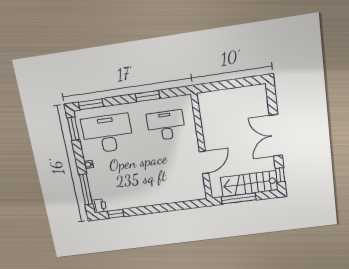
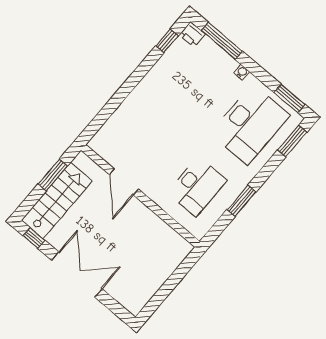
window: (239, 198) -> (53, 175), width x0.69

